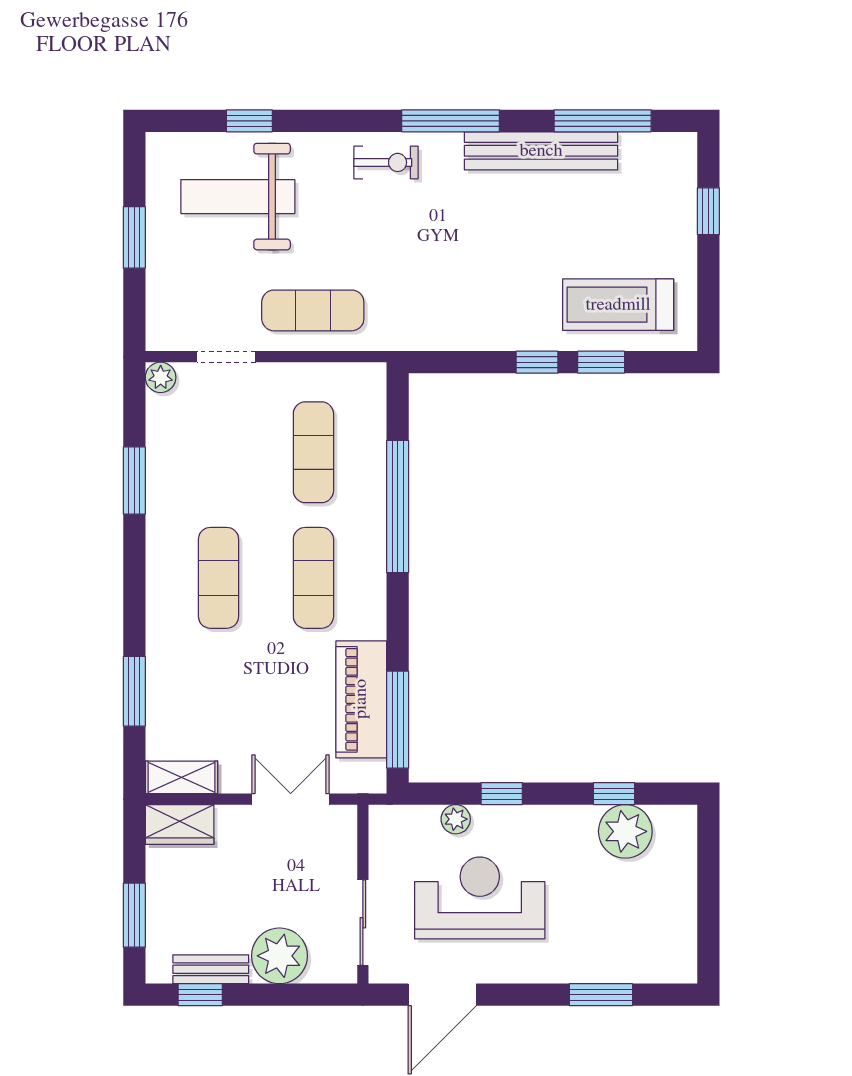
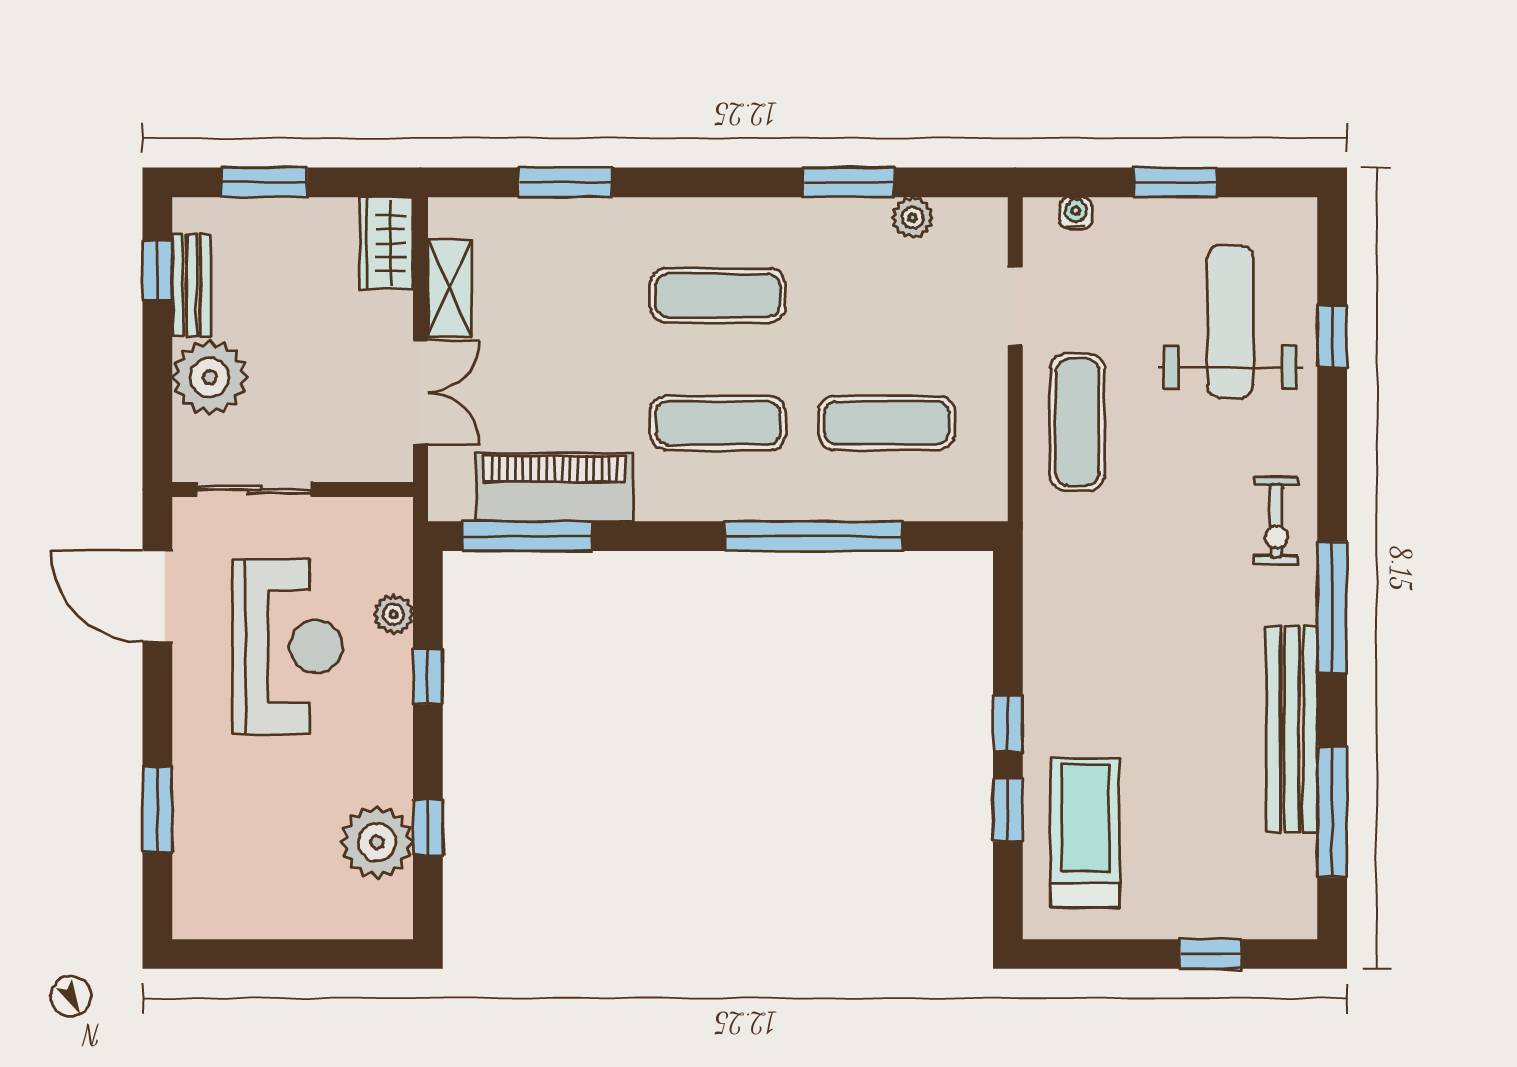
water cooler: (157, 311) -> (1076, 213), added
plant: (161, 377) -> (913, 217), moved
shelving: (181, 777) -> (450, 288), moved

